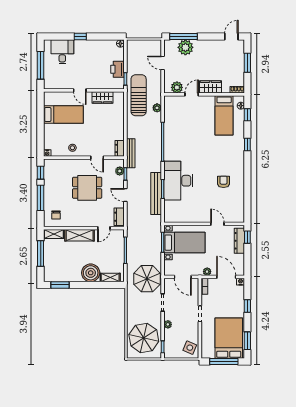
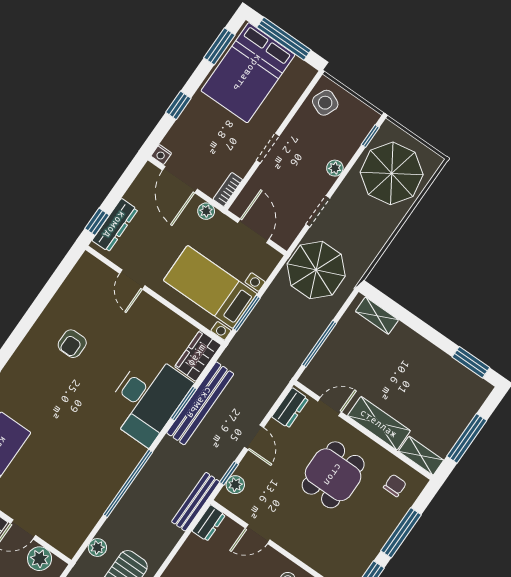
door: (97, 158) -> (258, 534), swing flipped
dining table: (87, 188) -> (333, 475), moved, turned 90
wardrobe: (170, 212) -> (198, 356), added
boiler: (91, 273) -> (405, 347), removed

